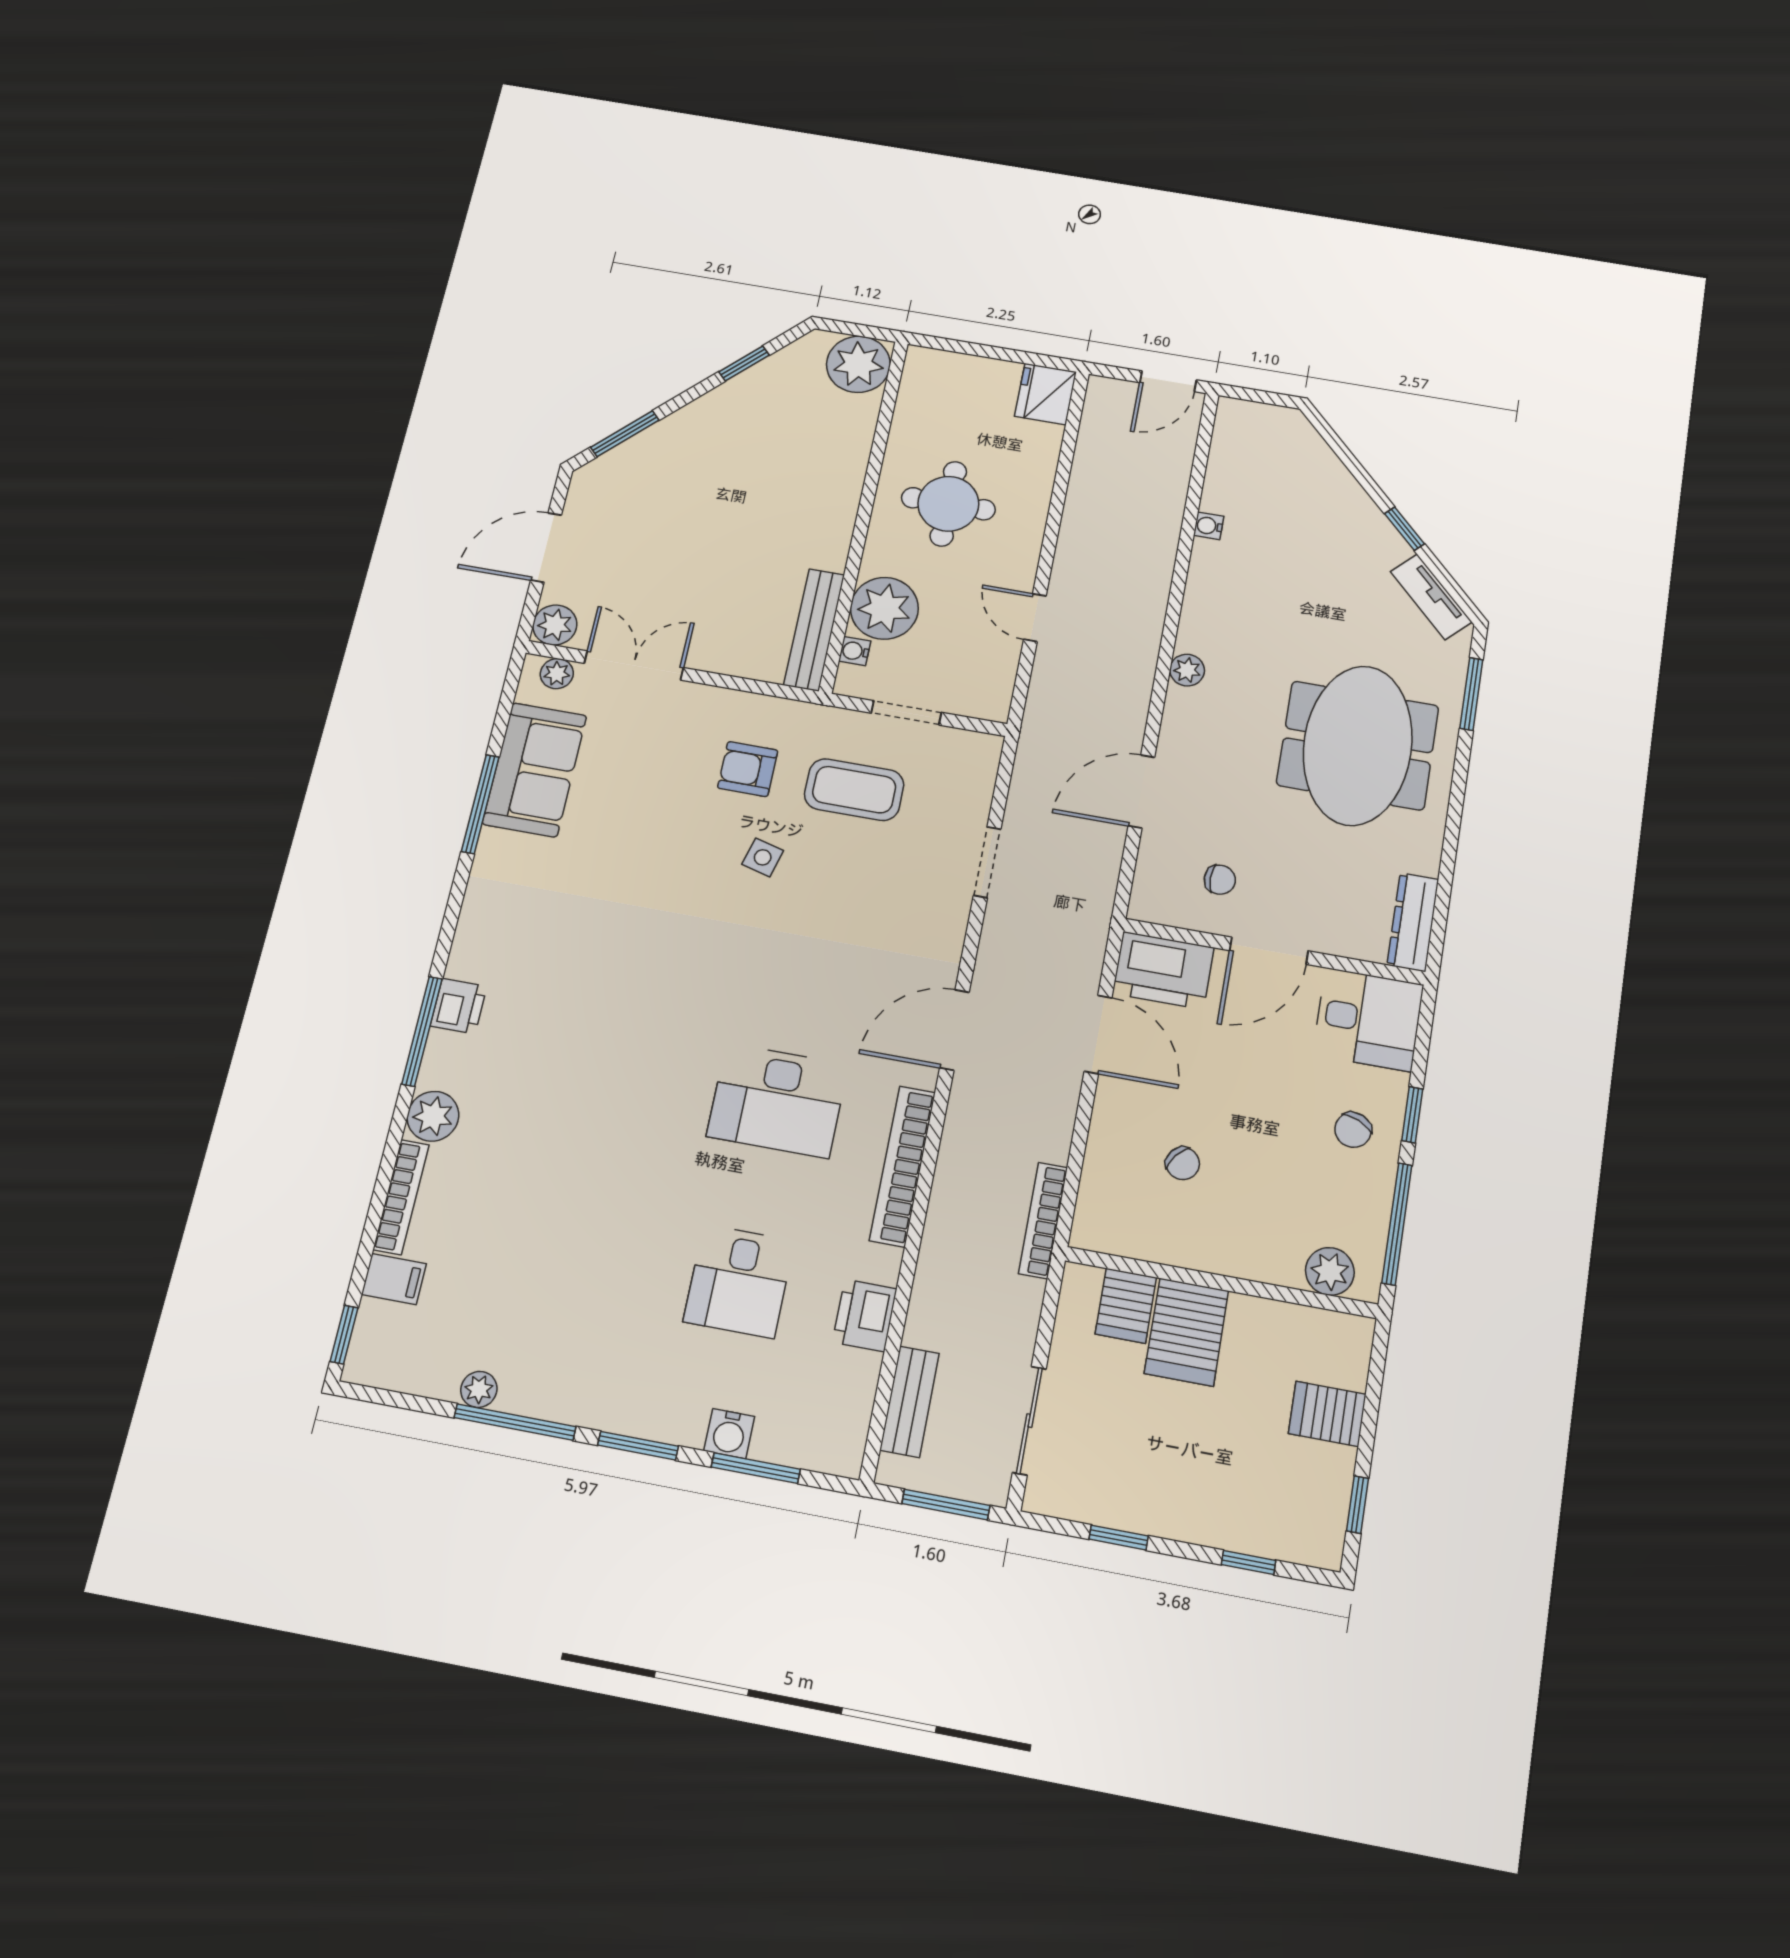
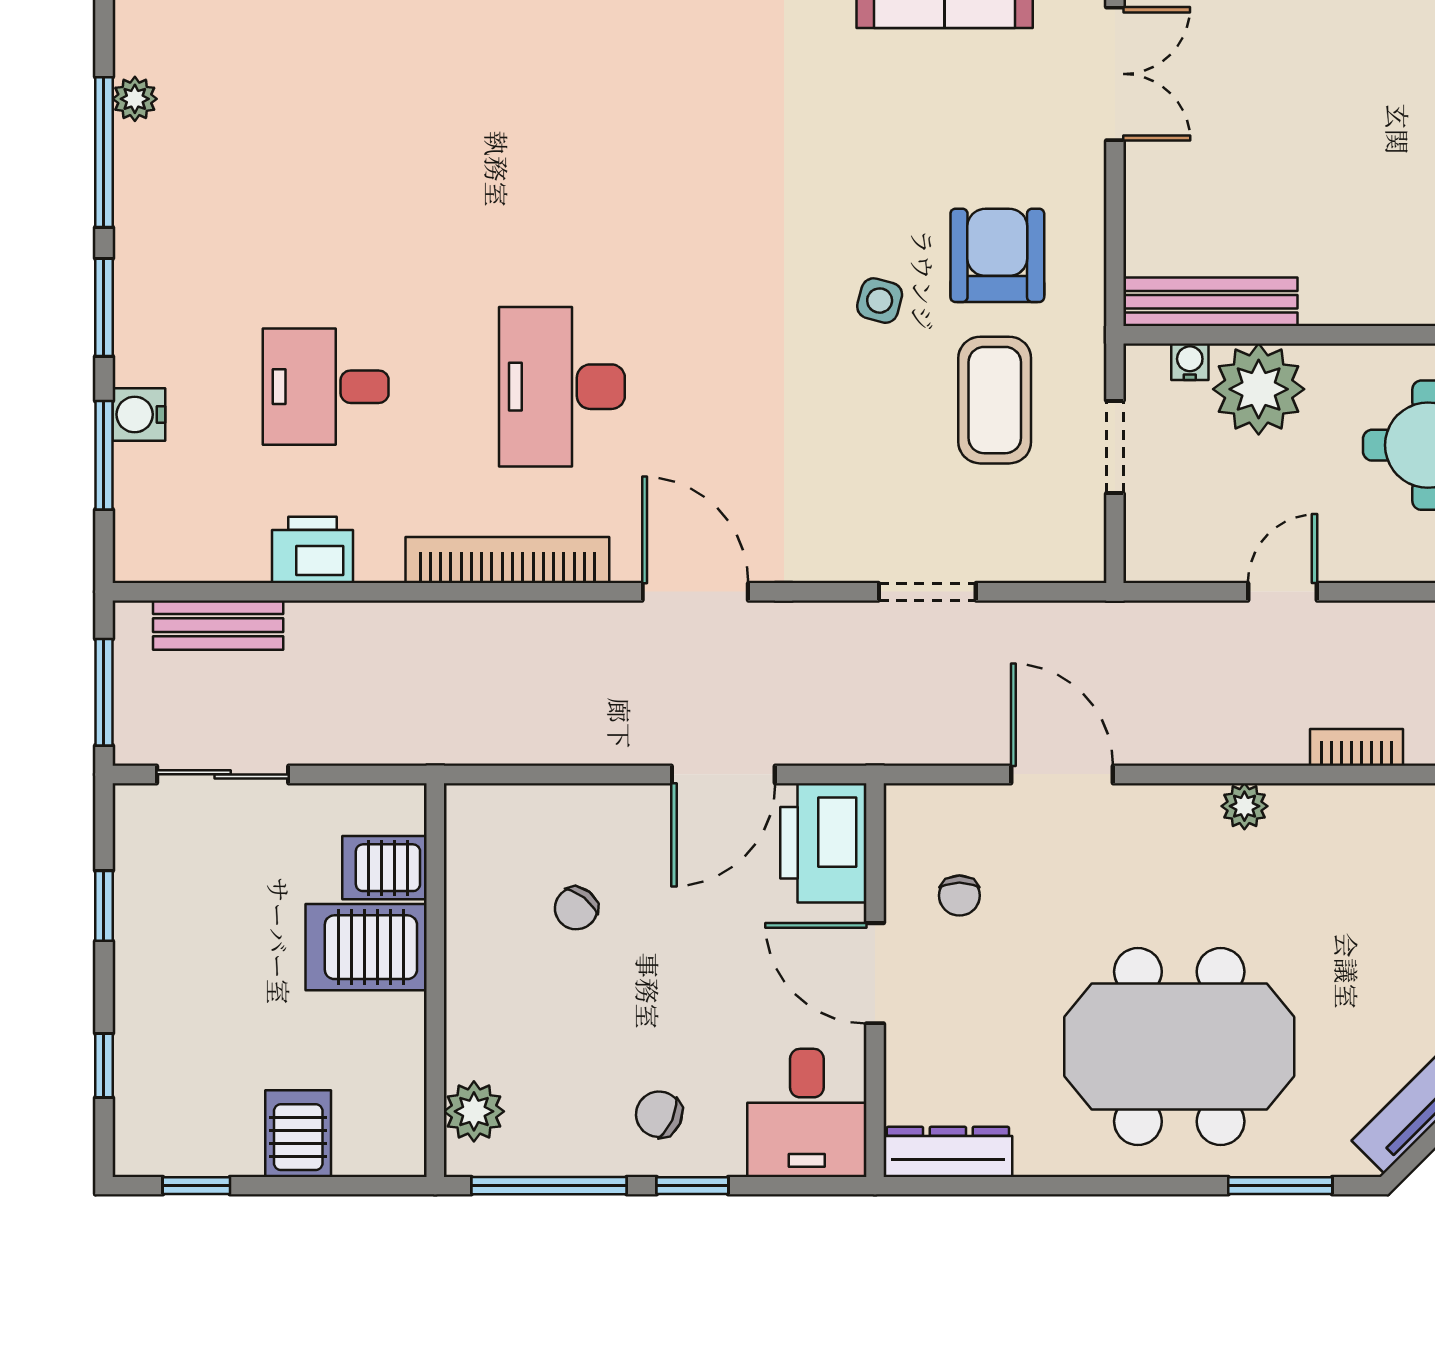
armchair: (748, 769) -> (997, 255), width x1.38, depth x1.38
bookcase: (1043, 1220) -> (1357, 747), moved, width x0.64

